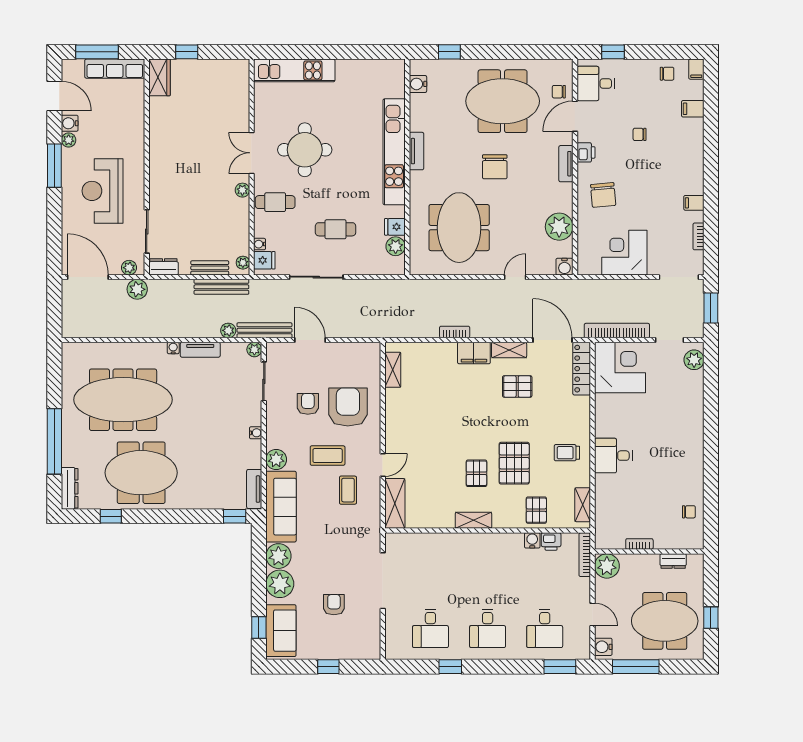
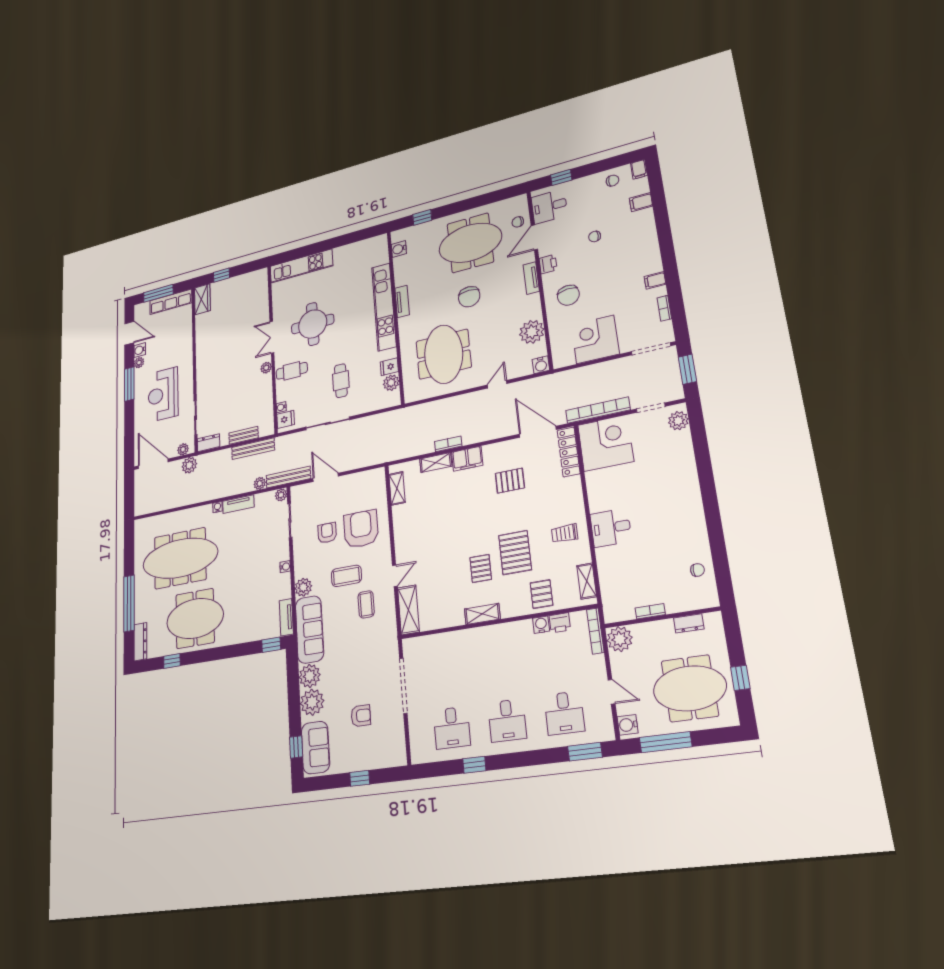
cafe table: (336, 229) -> (341, 381), turned 90
plant: (243, 263) -> (269, 425), removed
shelving: (509, 350) -> (436, 463), moved
armchair: (334, 605) -> (361, 716), turned 90

